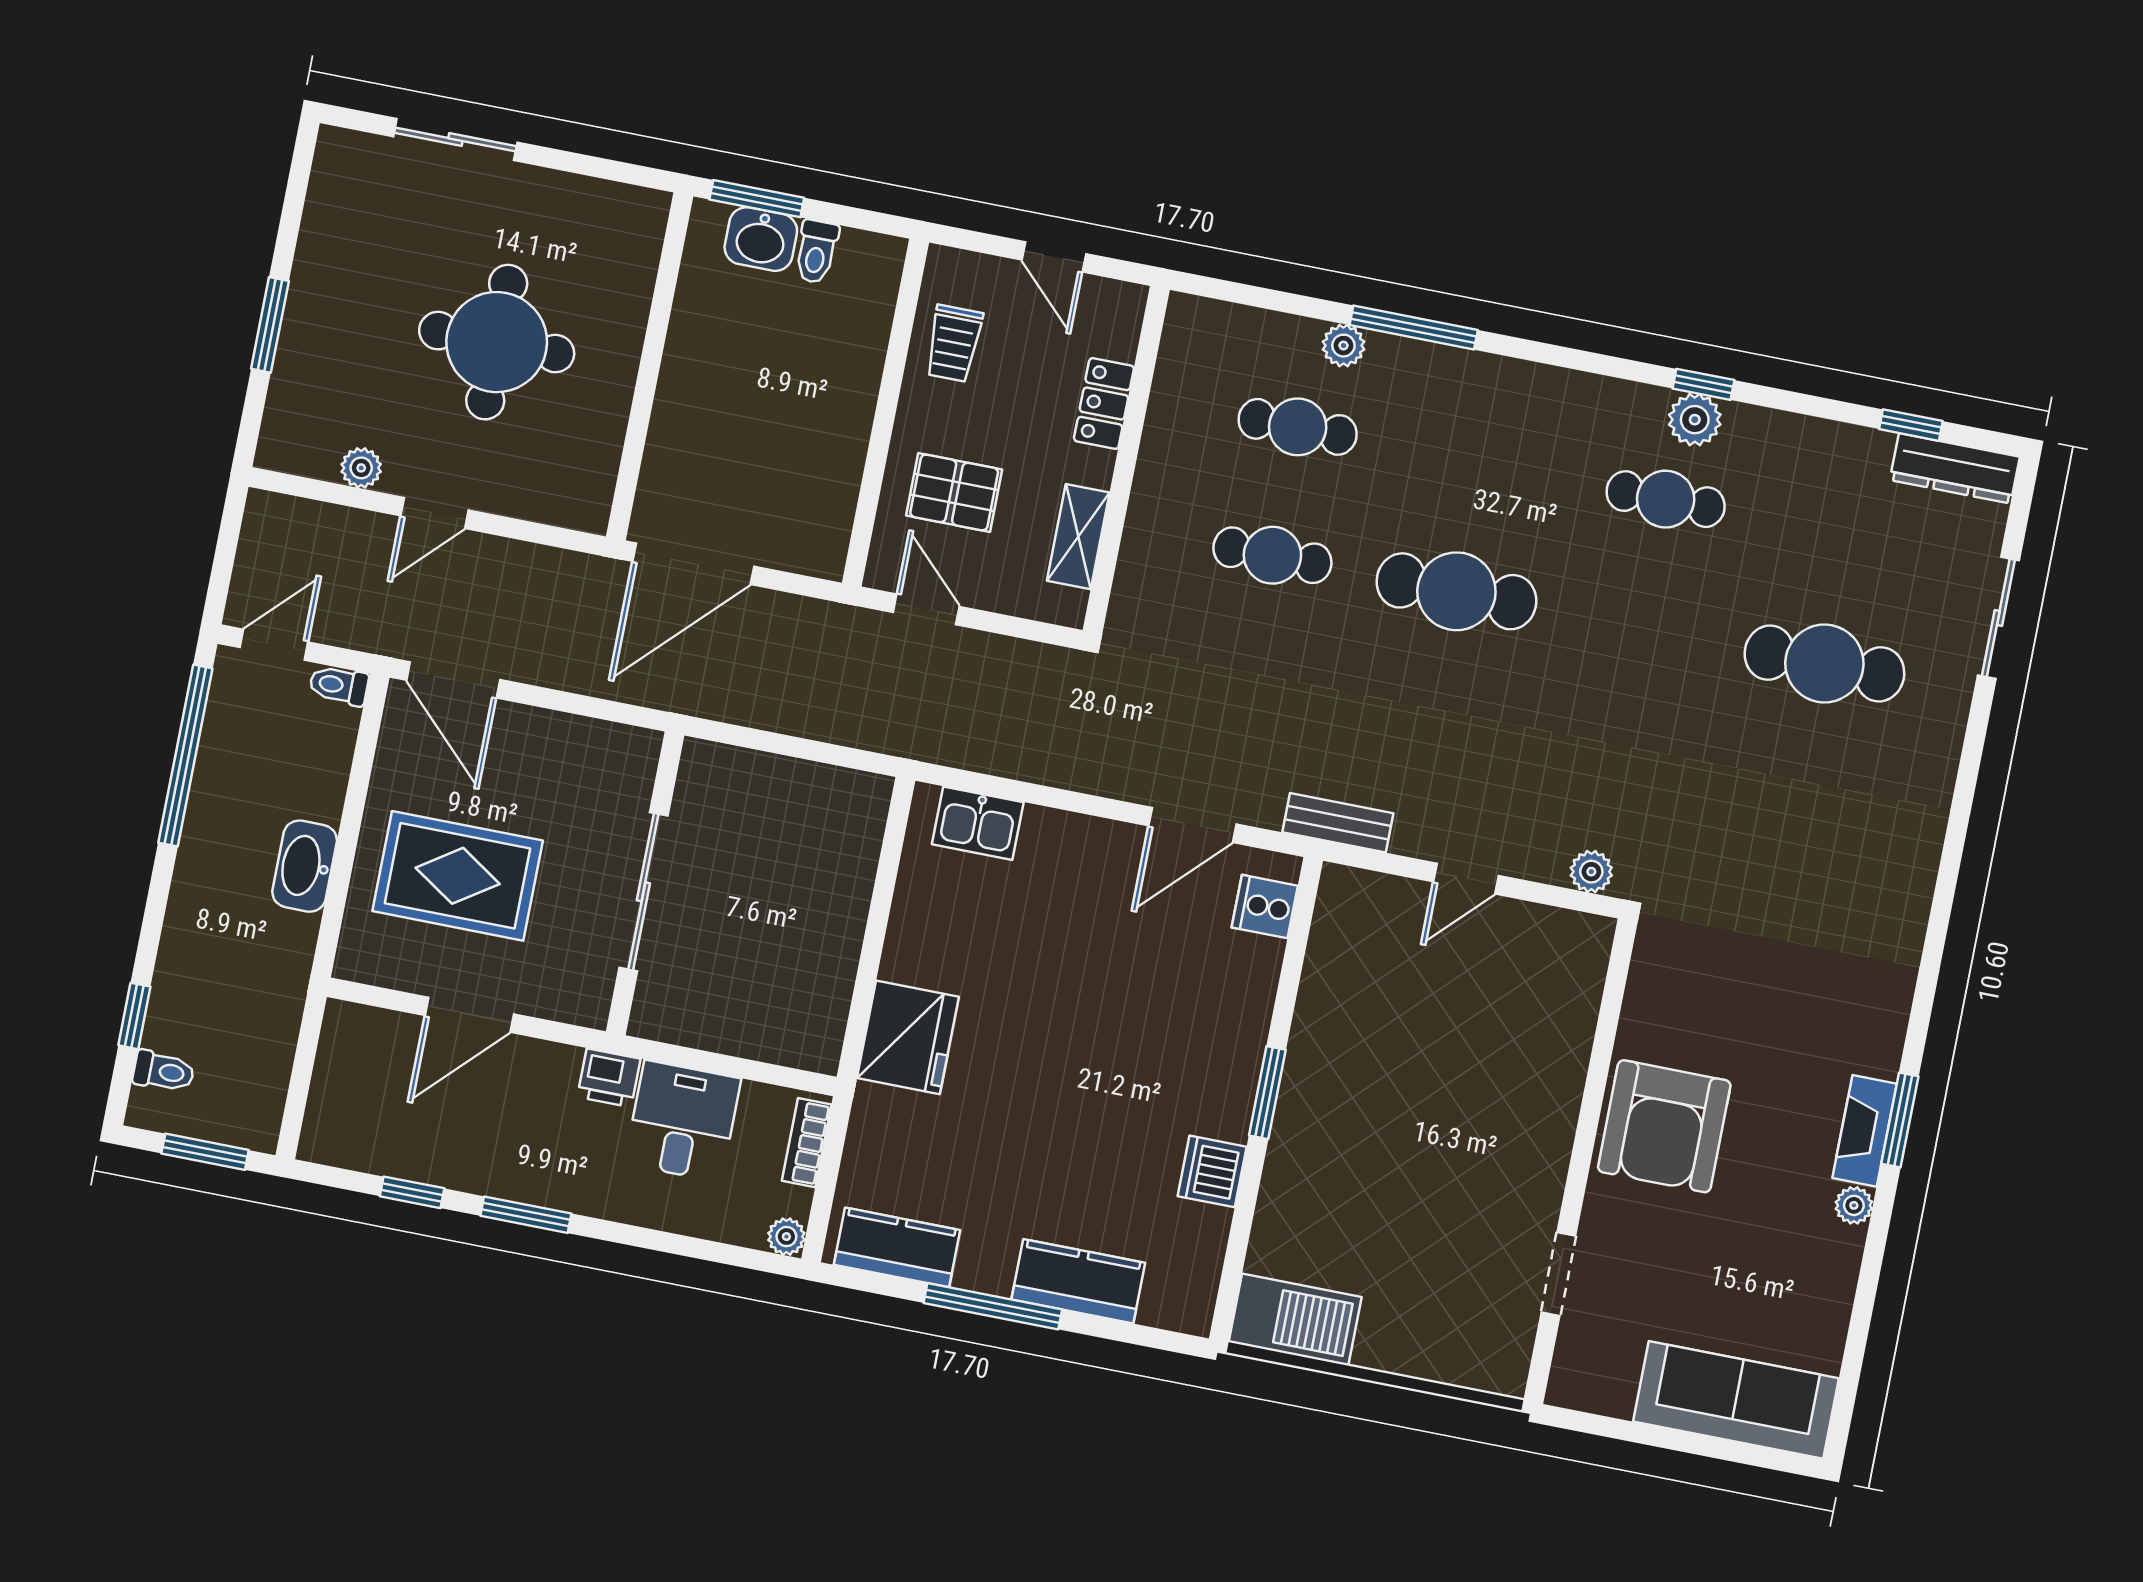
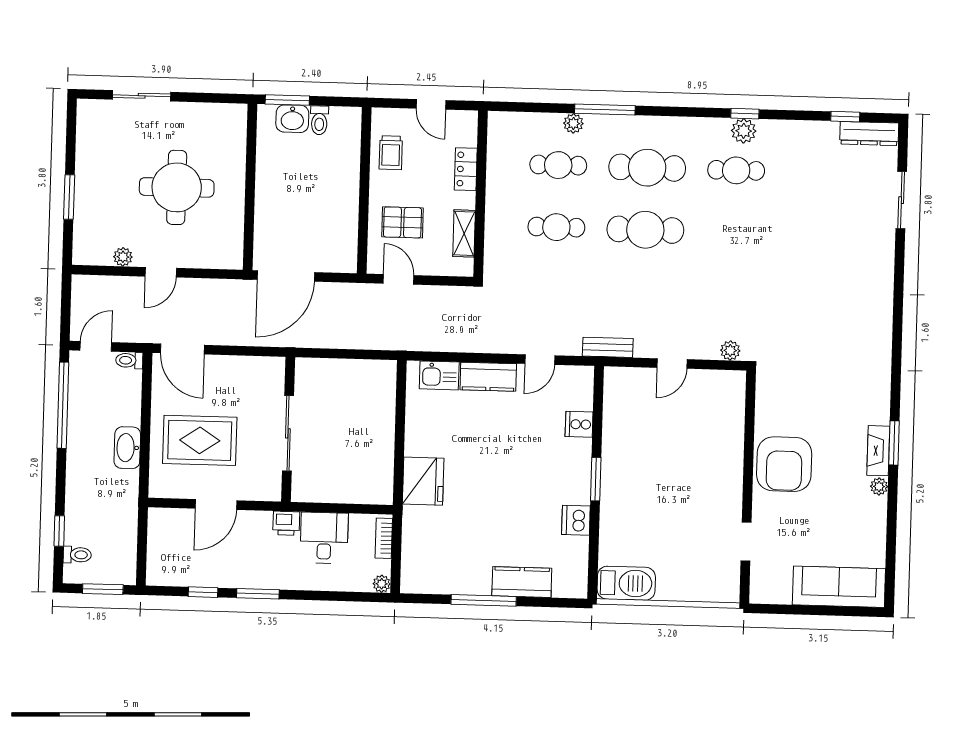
cafe table: (1824, 664) -> (647, 168), moved
door: (1192, 825) -> (540, 360), width x0.73
cooker: (1265, 907) -> (579, 424), moved
kitchen counter: (897, 1247) -> (488, 377), moved, turned 180

